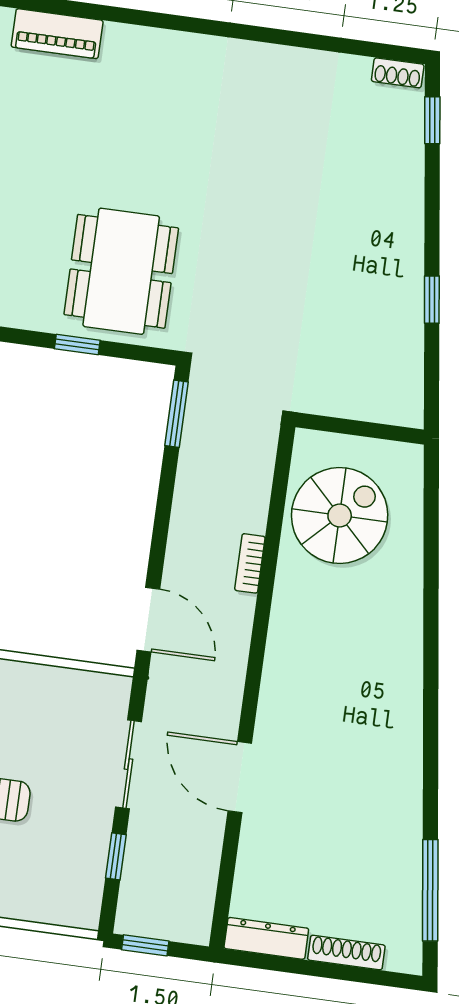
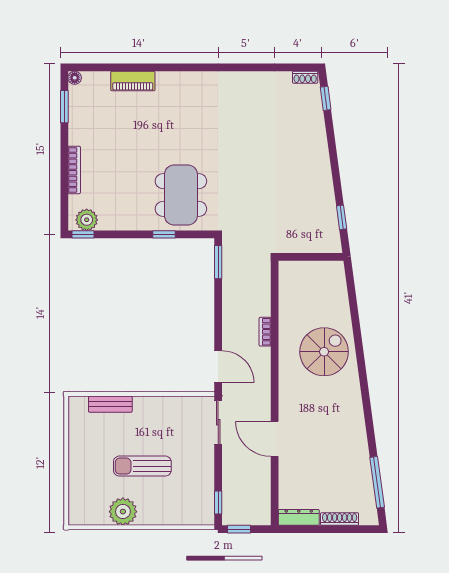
window: (432, 300) -> (342, 217), moved
spiral stairs: (340, 516) -> (324, 352), moved
sliding door: (129, 764) -> (218, 422), moved
window: (116, 856) -> (218, 503), moved

